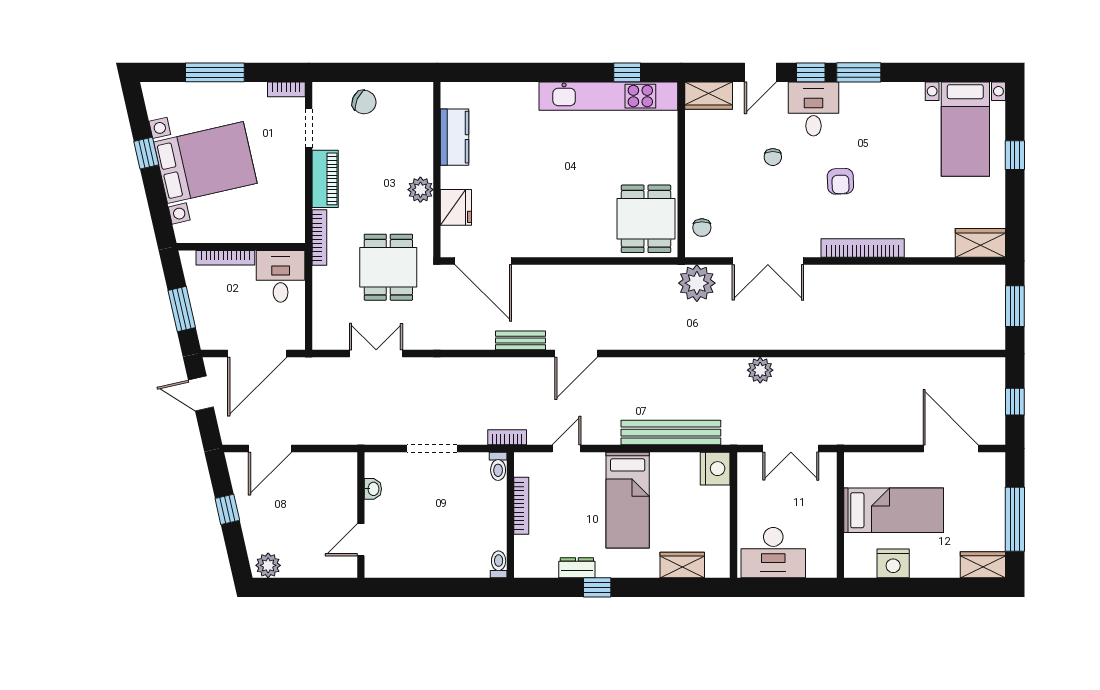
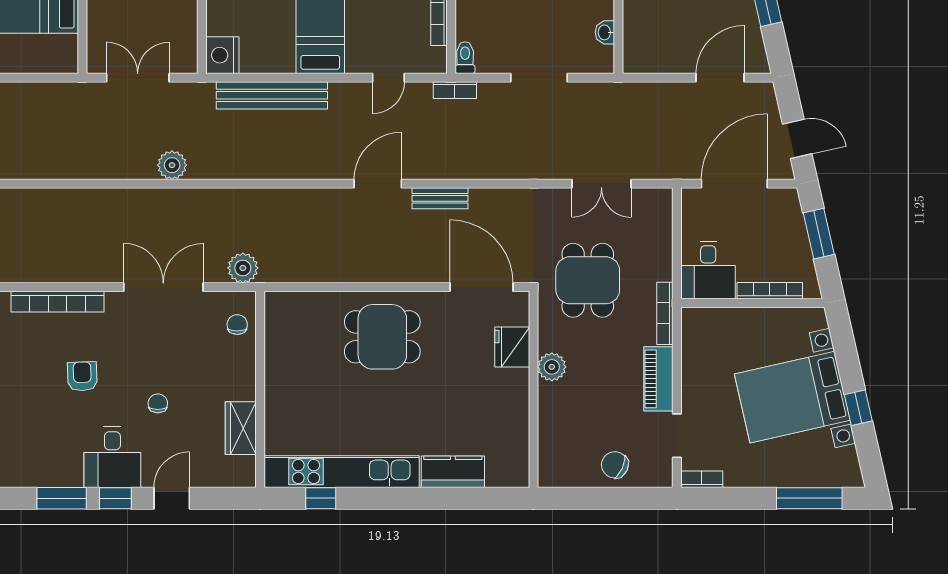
window: (215, 72) -> (809, 498), moved
wardrobe: (709, 96) -> (241, 428), moved, turned -90
kitchen counter: (455, 137) -> (453, 472), moved, turned 90
dining table: (646, 219) -> (382, 337), moved, turned 90
plant: (697, 283) -> (243, 268), width x0.73, depth x0.73

